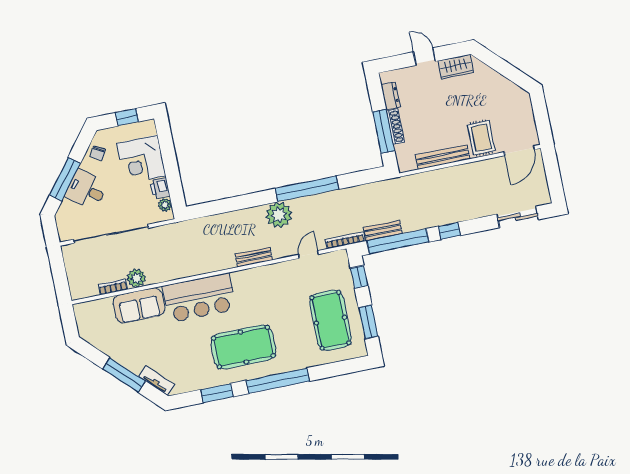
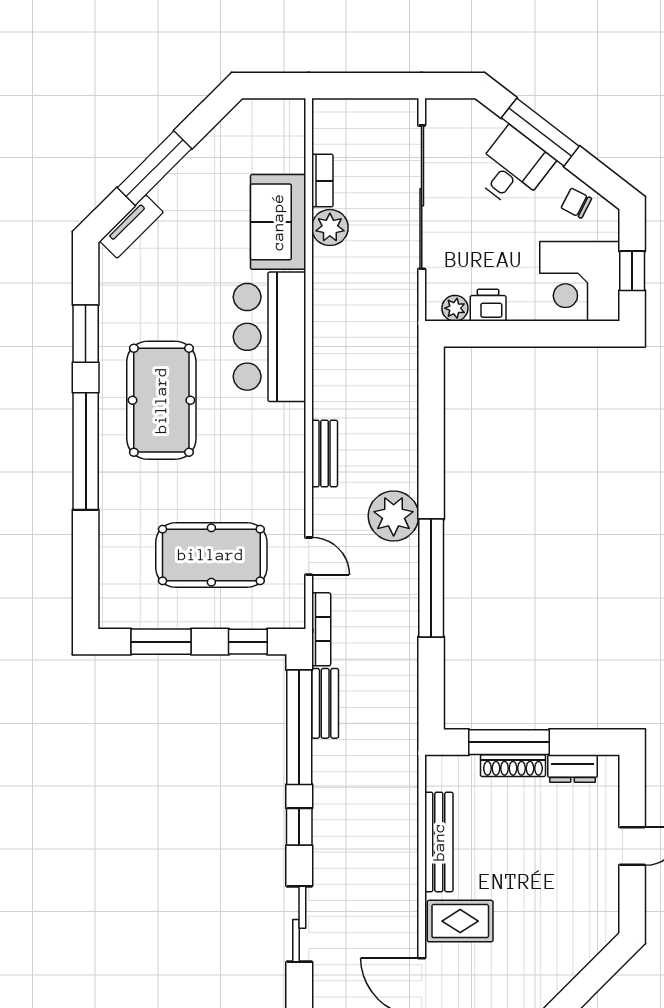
wardrobe: (456, 67) -> (602, 900), removed
corner desk: (141, 160) -> (580, 281), moved, turned -90
sliding door: (518, 217) -> (299, 924), moved
pool table: (330, 320) -> (211, 555), moved

